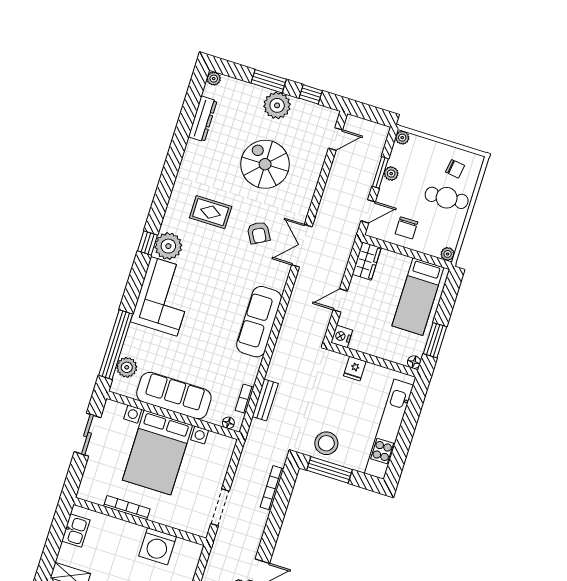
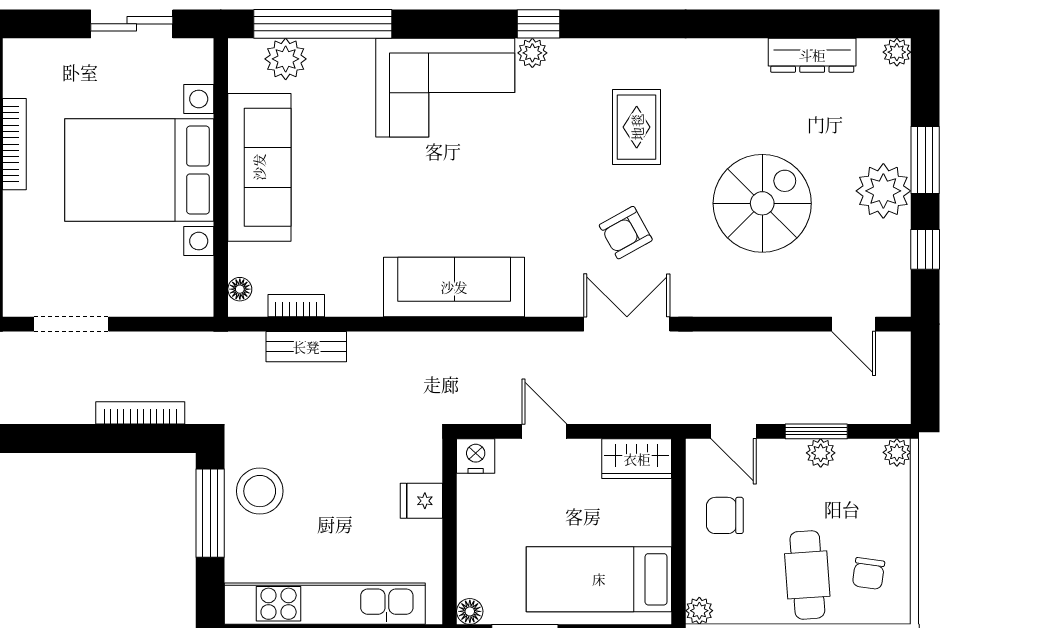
plant: (168, 246) -> (532, 53), width x0.53, depth x0.53

